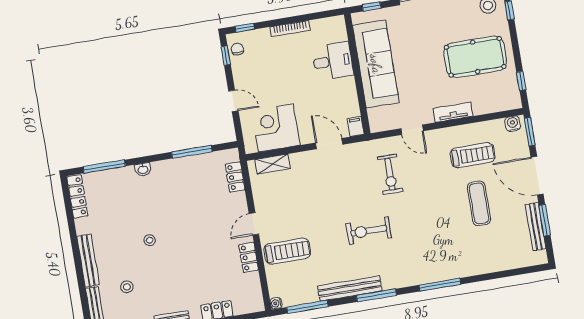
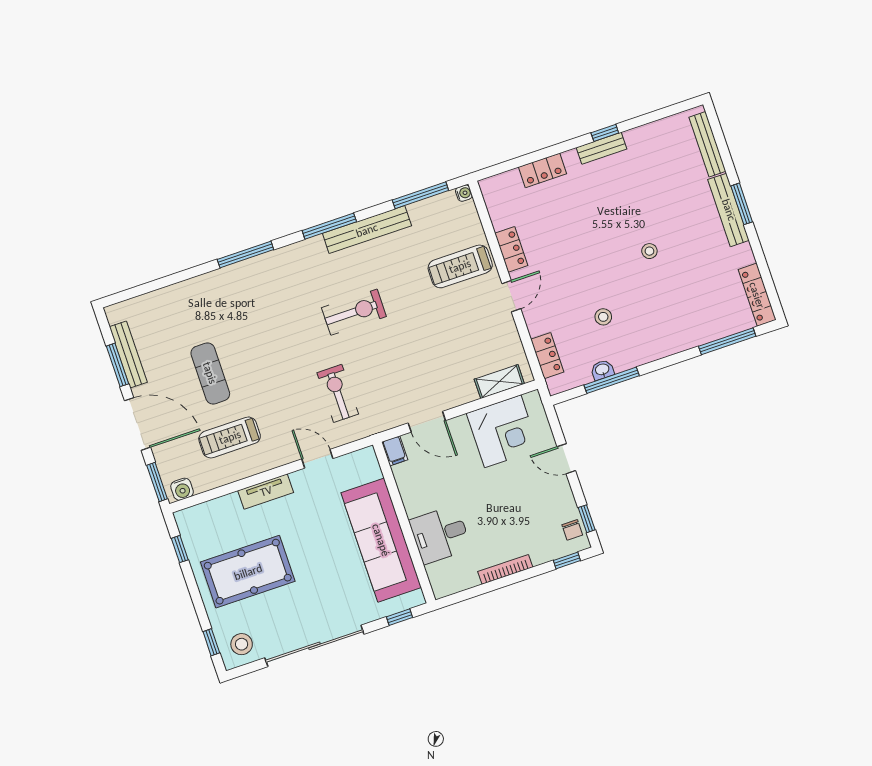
washbasin: (143, 170) -> (602, 370), moved
window: (78, 263) -> (742, 204), added
stool: (127, 287) -> (603, 317), moved

